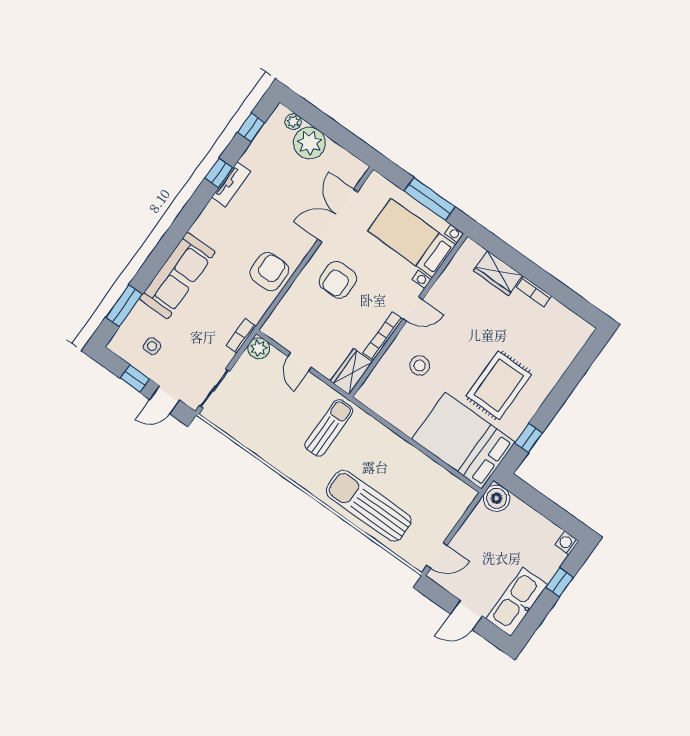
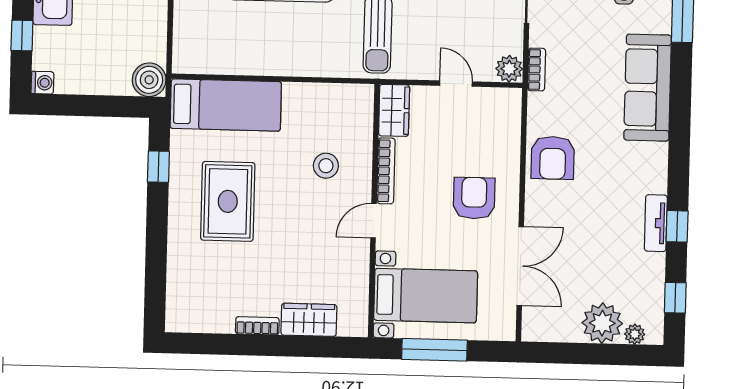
bed: (464, 441) -> (226, 105), width x0.67

